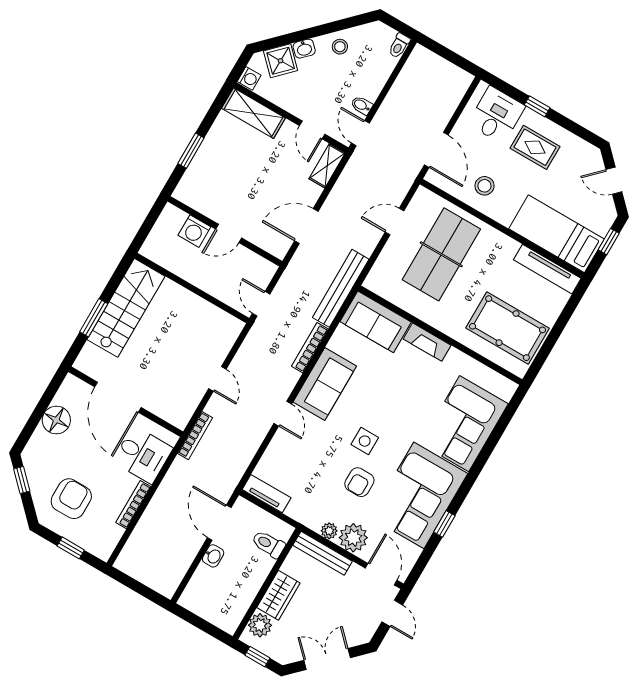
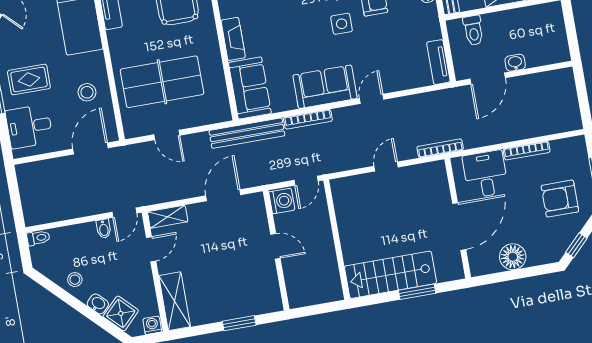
rug: (535, 147) -> (29, 79), turned 90
door: (306, 226) -> (223, 195), swing flipped
washing machine: (194, 231) -> (282, 201), moved

